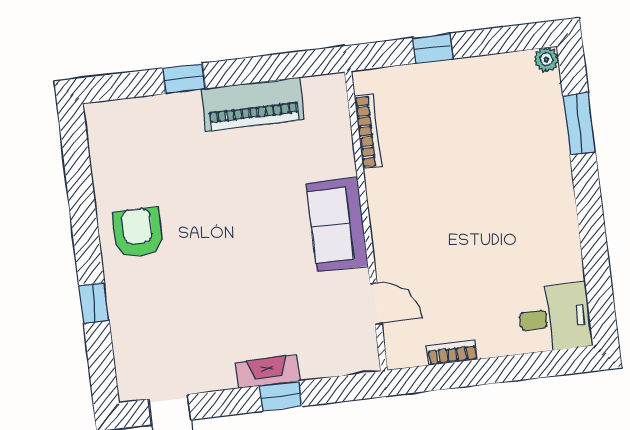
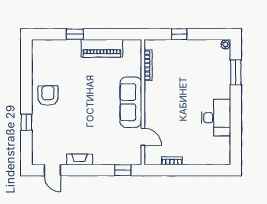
sofa: (337, 224) -> (131, 102), width x1.36
desk: (555, 318) -> (216, 118), moved, width x1.37
fireplace: (268, 372) -> (80, 159), moved
window: (281, 396) -> (123, 170), moved

